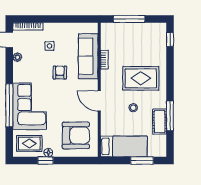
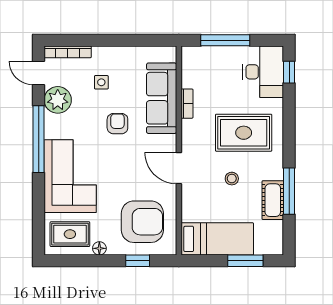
desk: (153, 39) -> (263, 72), added
plant: (17, 57) -> (58, 100), width x1.88, depth x1.88
window: (9, 105) -> (39, 139), moved
window: (46, 161) -> (138, 261), moved

